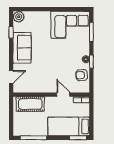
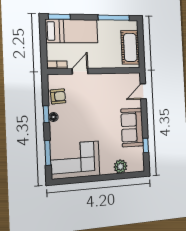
plant: (19, 17) -> (120, 167), moved
door: (63, 95) -> (80, 71), swing flipped
cot: (30, 104) -> (130, 47), moved, turned 90

